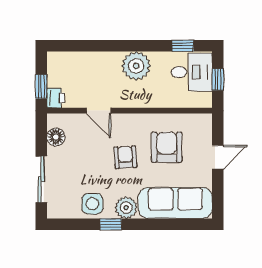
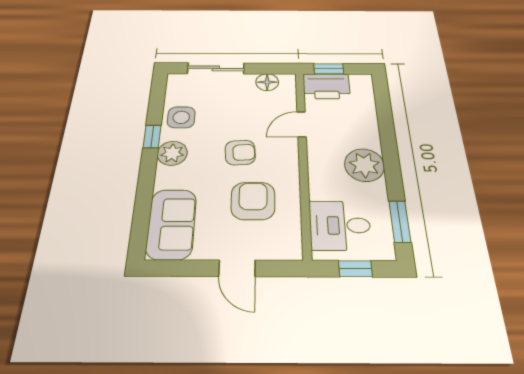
window: (183, 46) -> (400, 221), width x1.50
desk: (192, 72) -> (340, 225), moved, turned 90
printer: (56, 98) -> (326, 86), width x1.87, depth x1.48
armchair: (167, 147) -> (253, 201), turned -90
sofa: (175, 203) -> (171, 224), width x0.73

